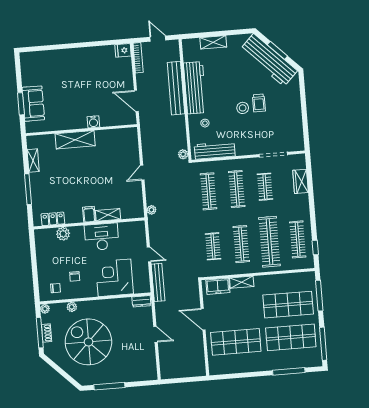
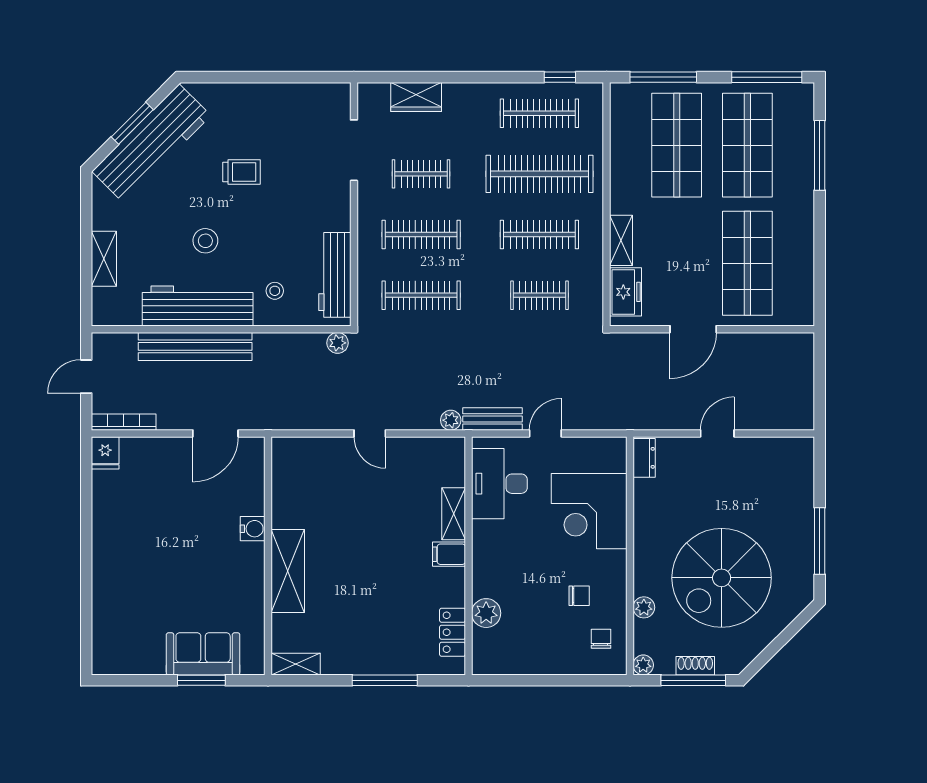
stool: (243, 108) -> (205, 241), moved
shelving: (33, 161) -> (296, 664), moved
desk: (102, 237) -> (499, 484), moved
bench: (158, 282) -> (493, 419), moved, width x0.73

